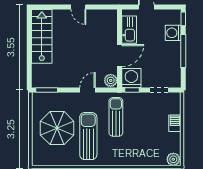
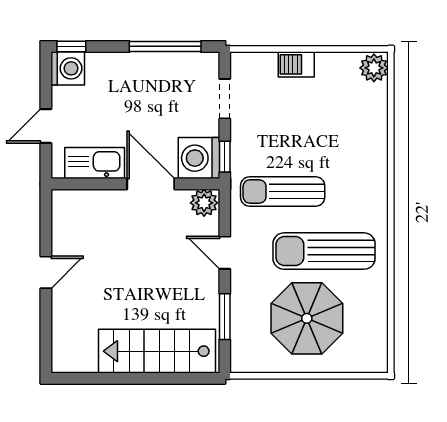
washing machine: (173, 33) -> (68, 68), moved, turned -90
stairs: (42, 36) -> (157, 351), moved
window: (183, 51) -> (165, 46), moved
window: (47, 90) -> (225, 317), moved

